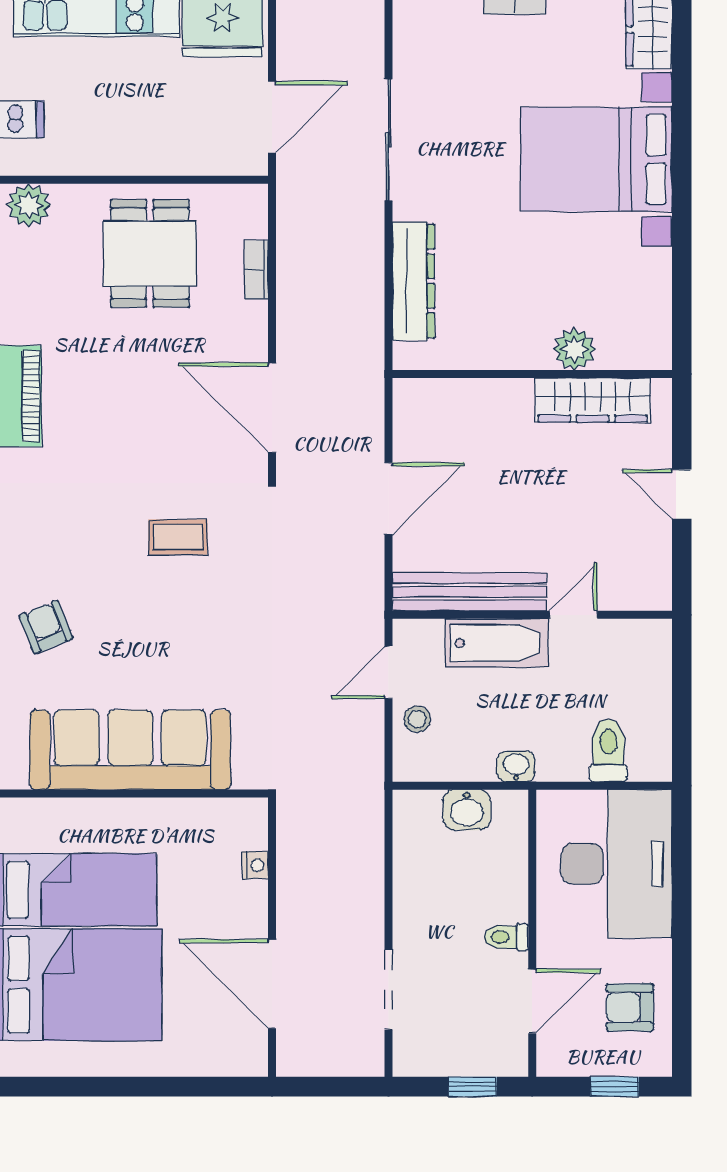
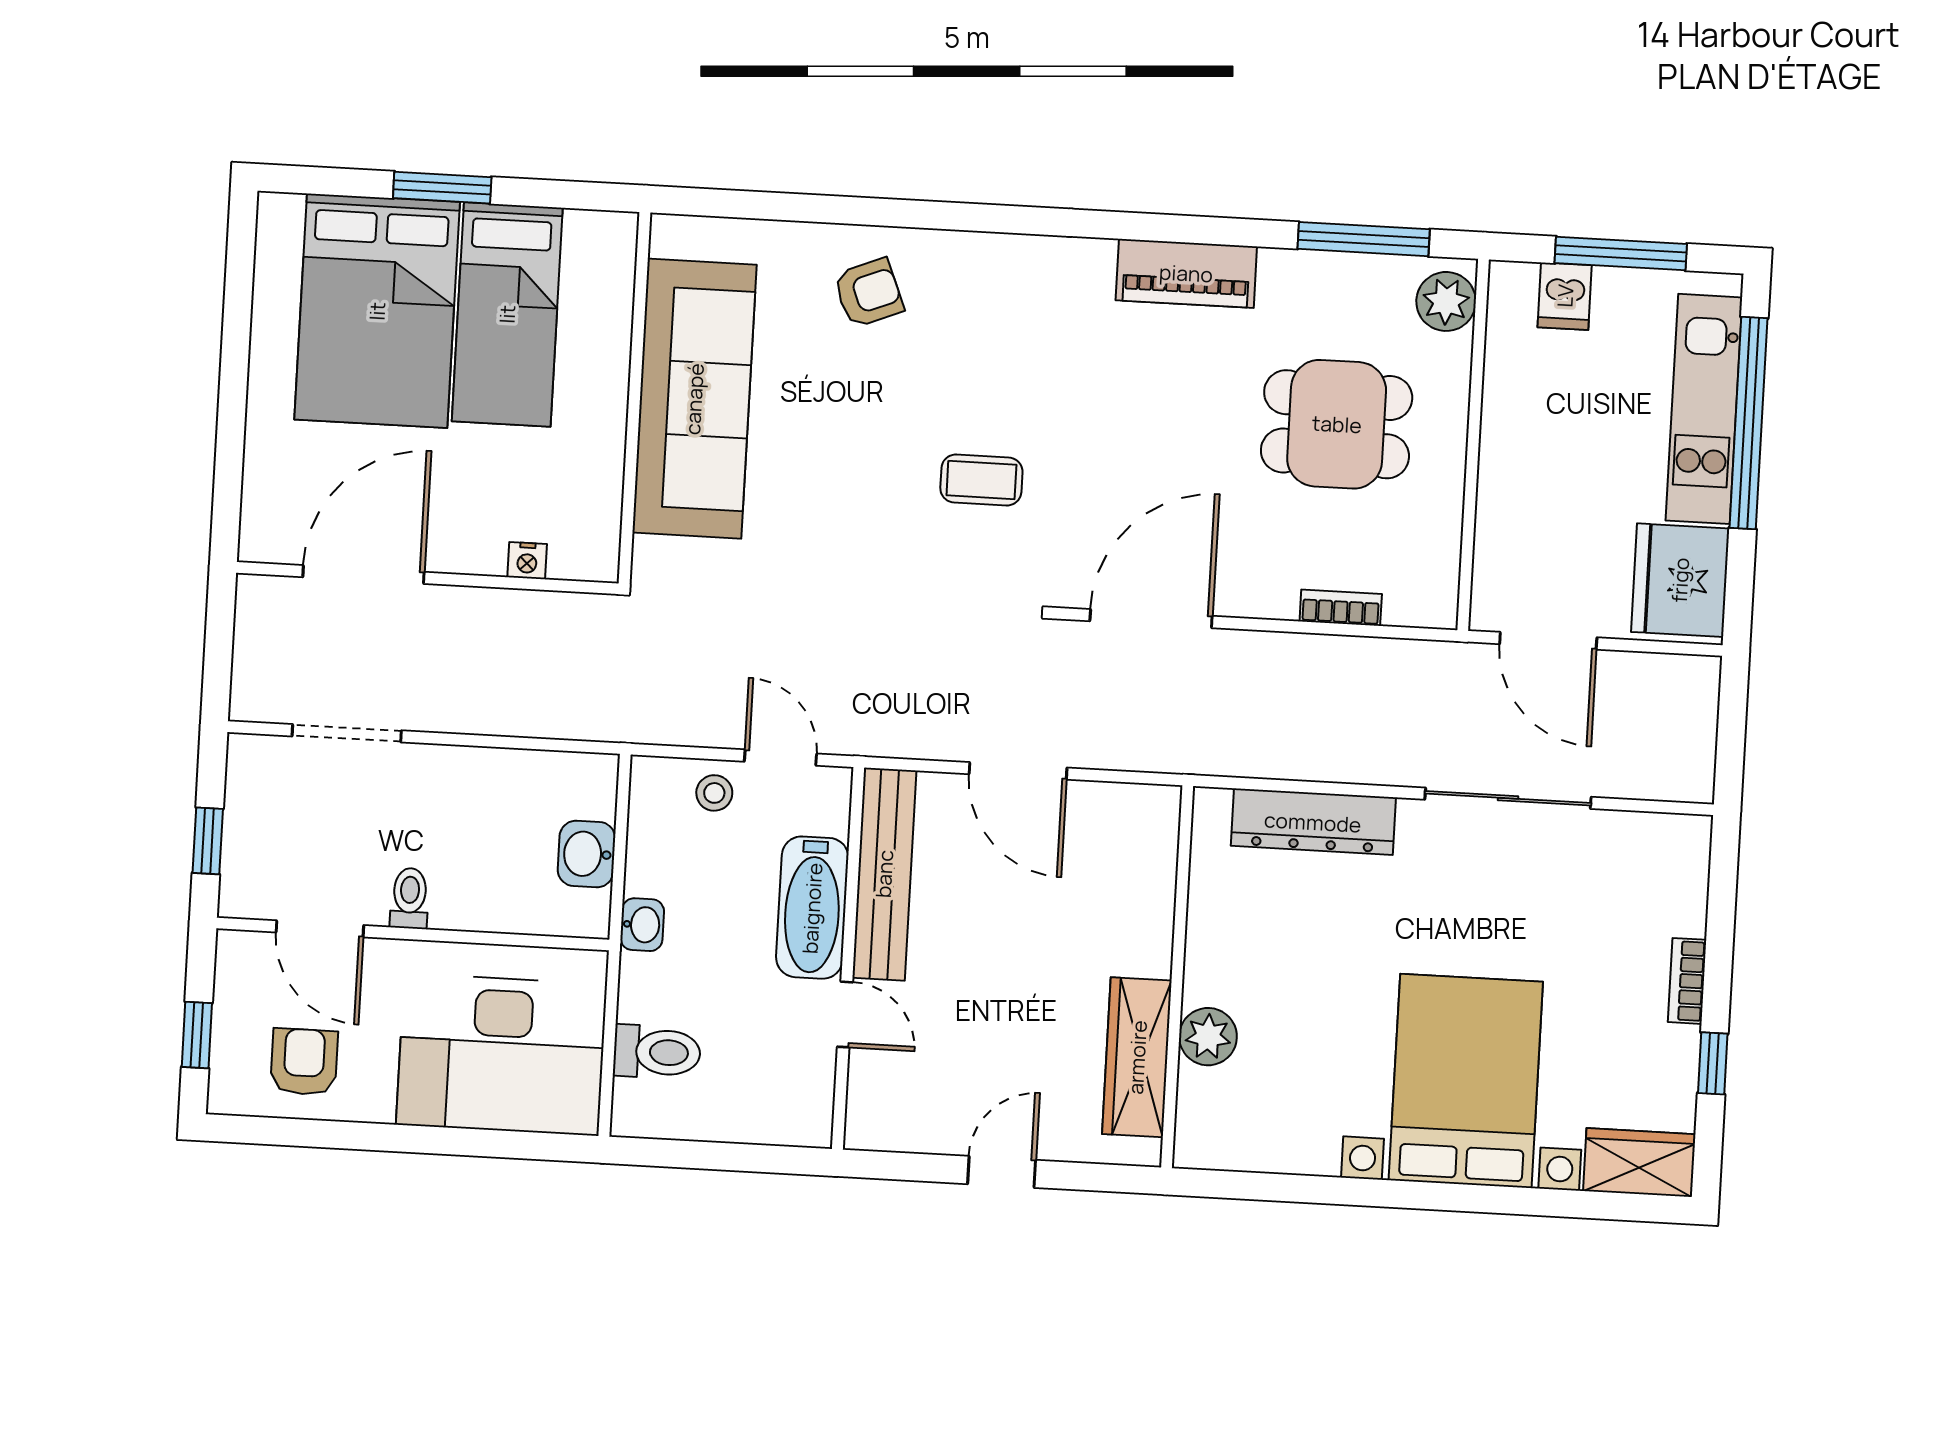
dining table: (150, 253) -> (1337, 424), moved
coffee table: (178, 537) -> (981, 480), turned 90

